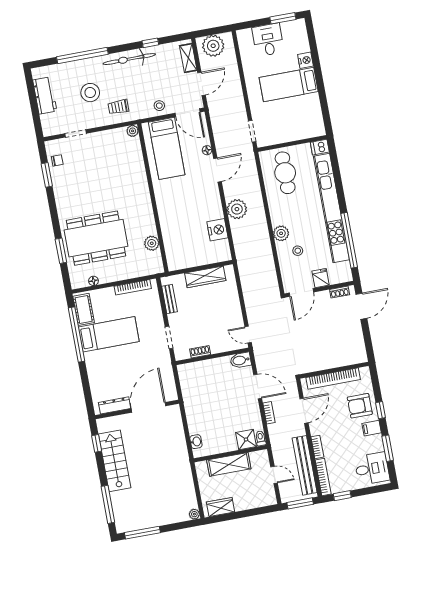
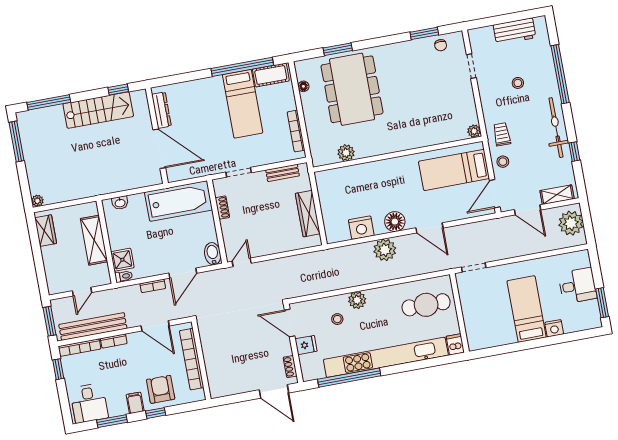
stool: (90, 93) -> (518, 83), width x0.53, depth x0.53
trolley: (118, 107) -> (502, 134), moved
floor lamp: (207, 150) -> (395, 222), moved, width x1.89, depth x1.89
bathtub: (194, 390) -> (178, 201), added

